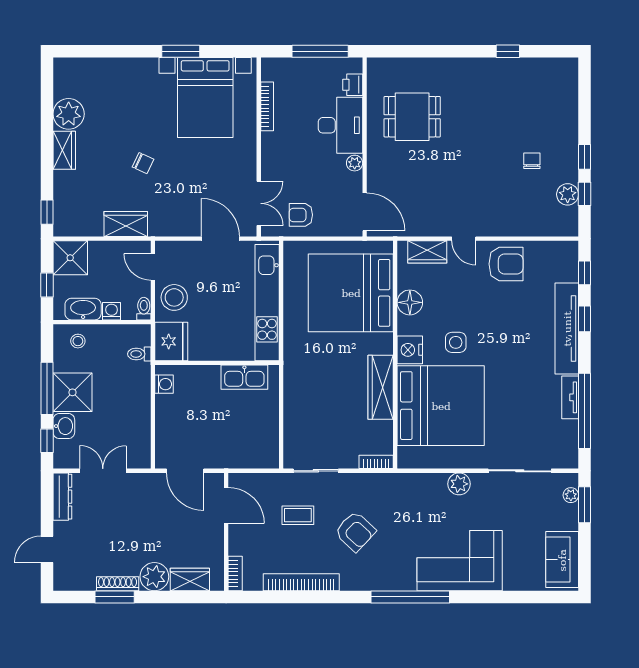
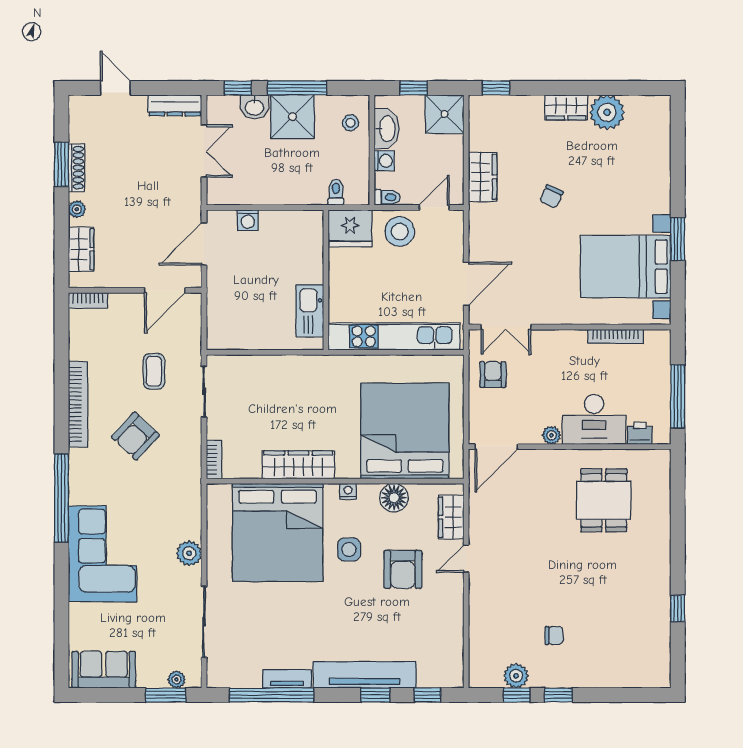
armchair: (506, 264) -> (403, 569), moved
nightstand: (410, 350) -> (348, 491), width x0.53, depth x0.56
washing machine: (164, 384) -> (248, 220), moved
plant: (154, 577) -> (77, 209), width x0.53, depth x0.53
bookcase: (301, 582) -> (78, 404), moved

